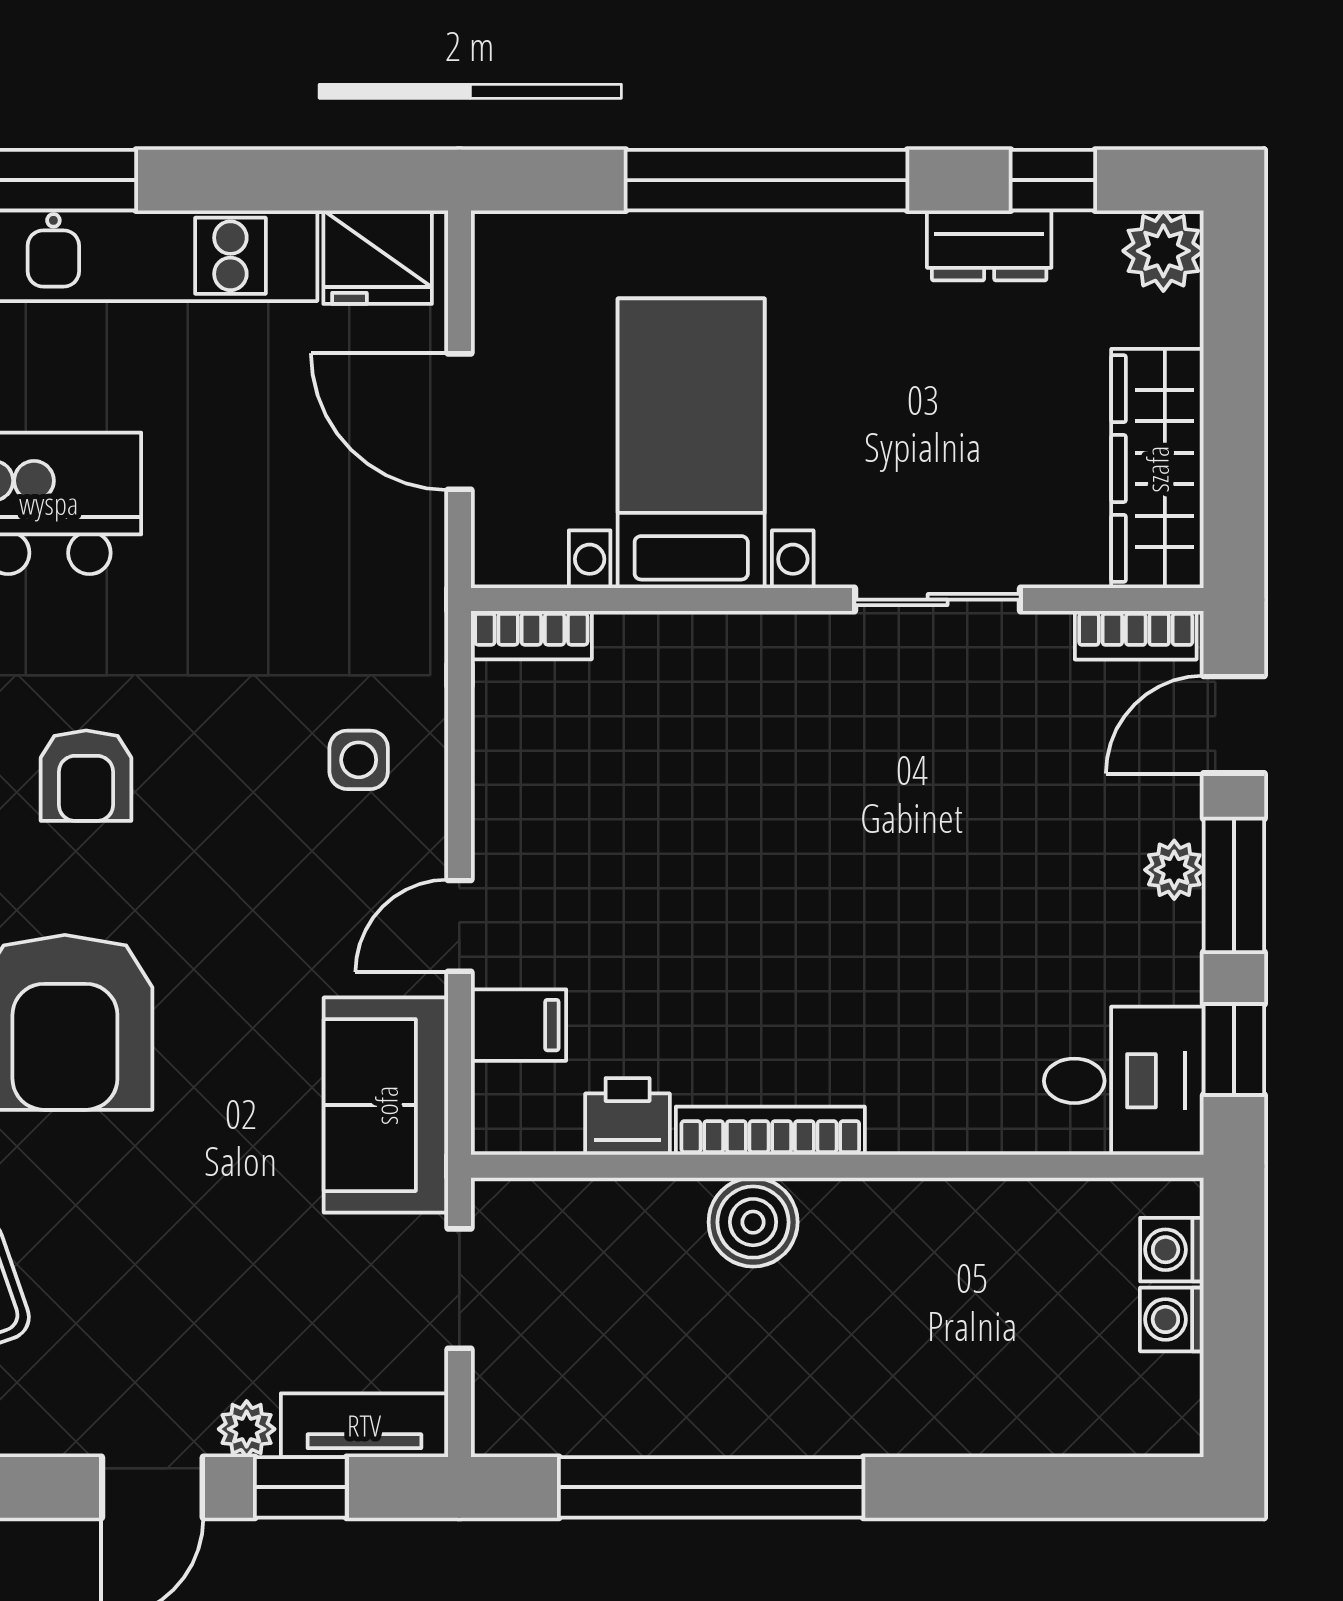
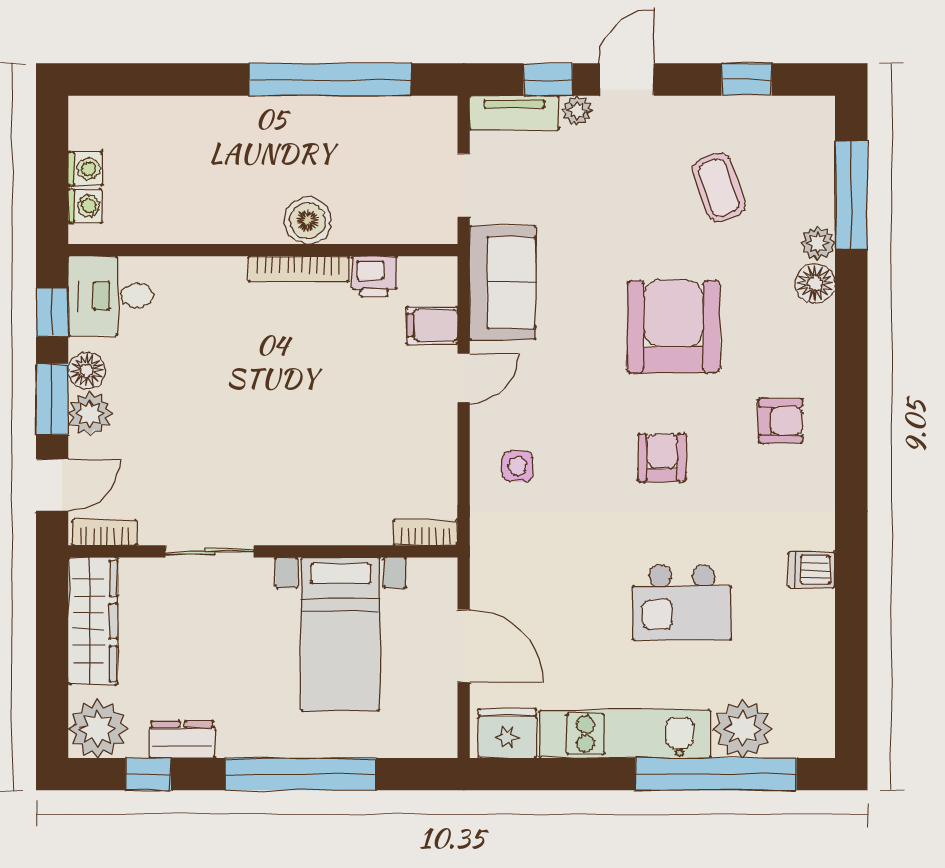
plant: (1163, 251) -> (97, 729), width x1.36, depth x1.36
plant: (1174, 870) -> (90, 414), width x1.38, depth x1.38
floor lamp: (1169, 940) -> (87, 370), added

